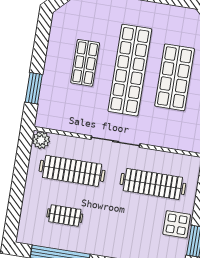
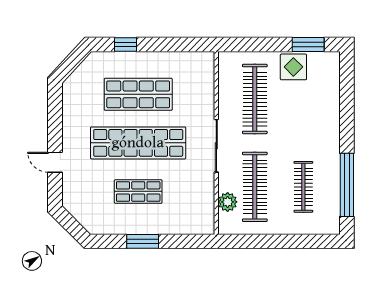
window: (34, 88) -> (143, 241), moved
plant: (41, 140) -> (228, 202), moved
clothes rail: (65, 216) -> (303, 187), width x1.36

